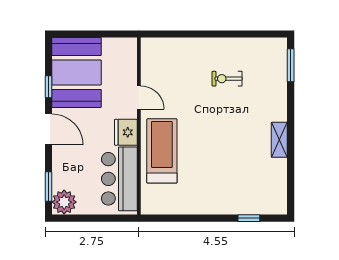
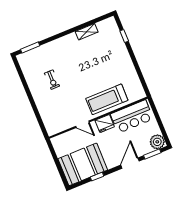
door: (139, 98) -> (82, 124), swing flipped
door: (49, 129) -> (130, 163), moved
shelving: (279, 140) -> (87, 32), moved

